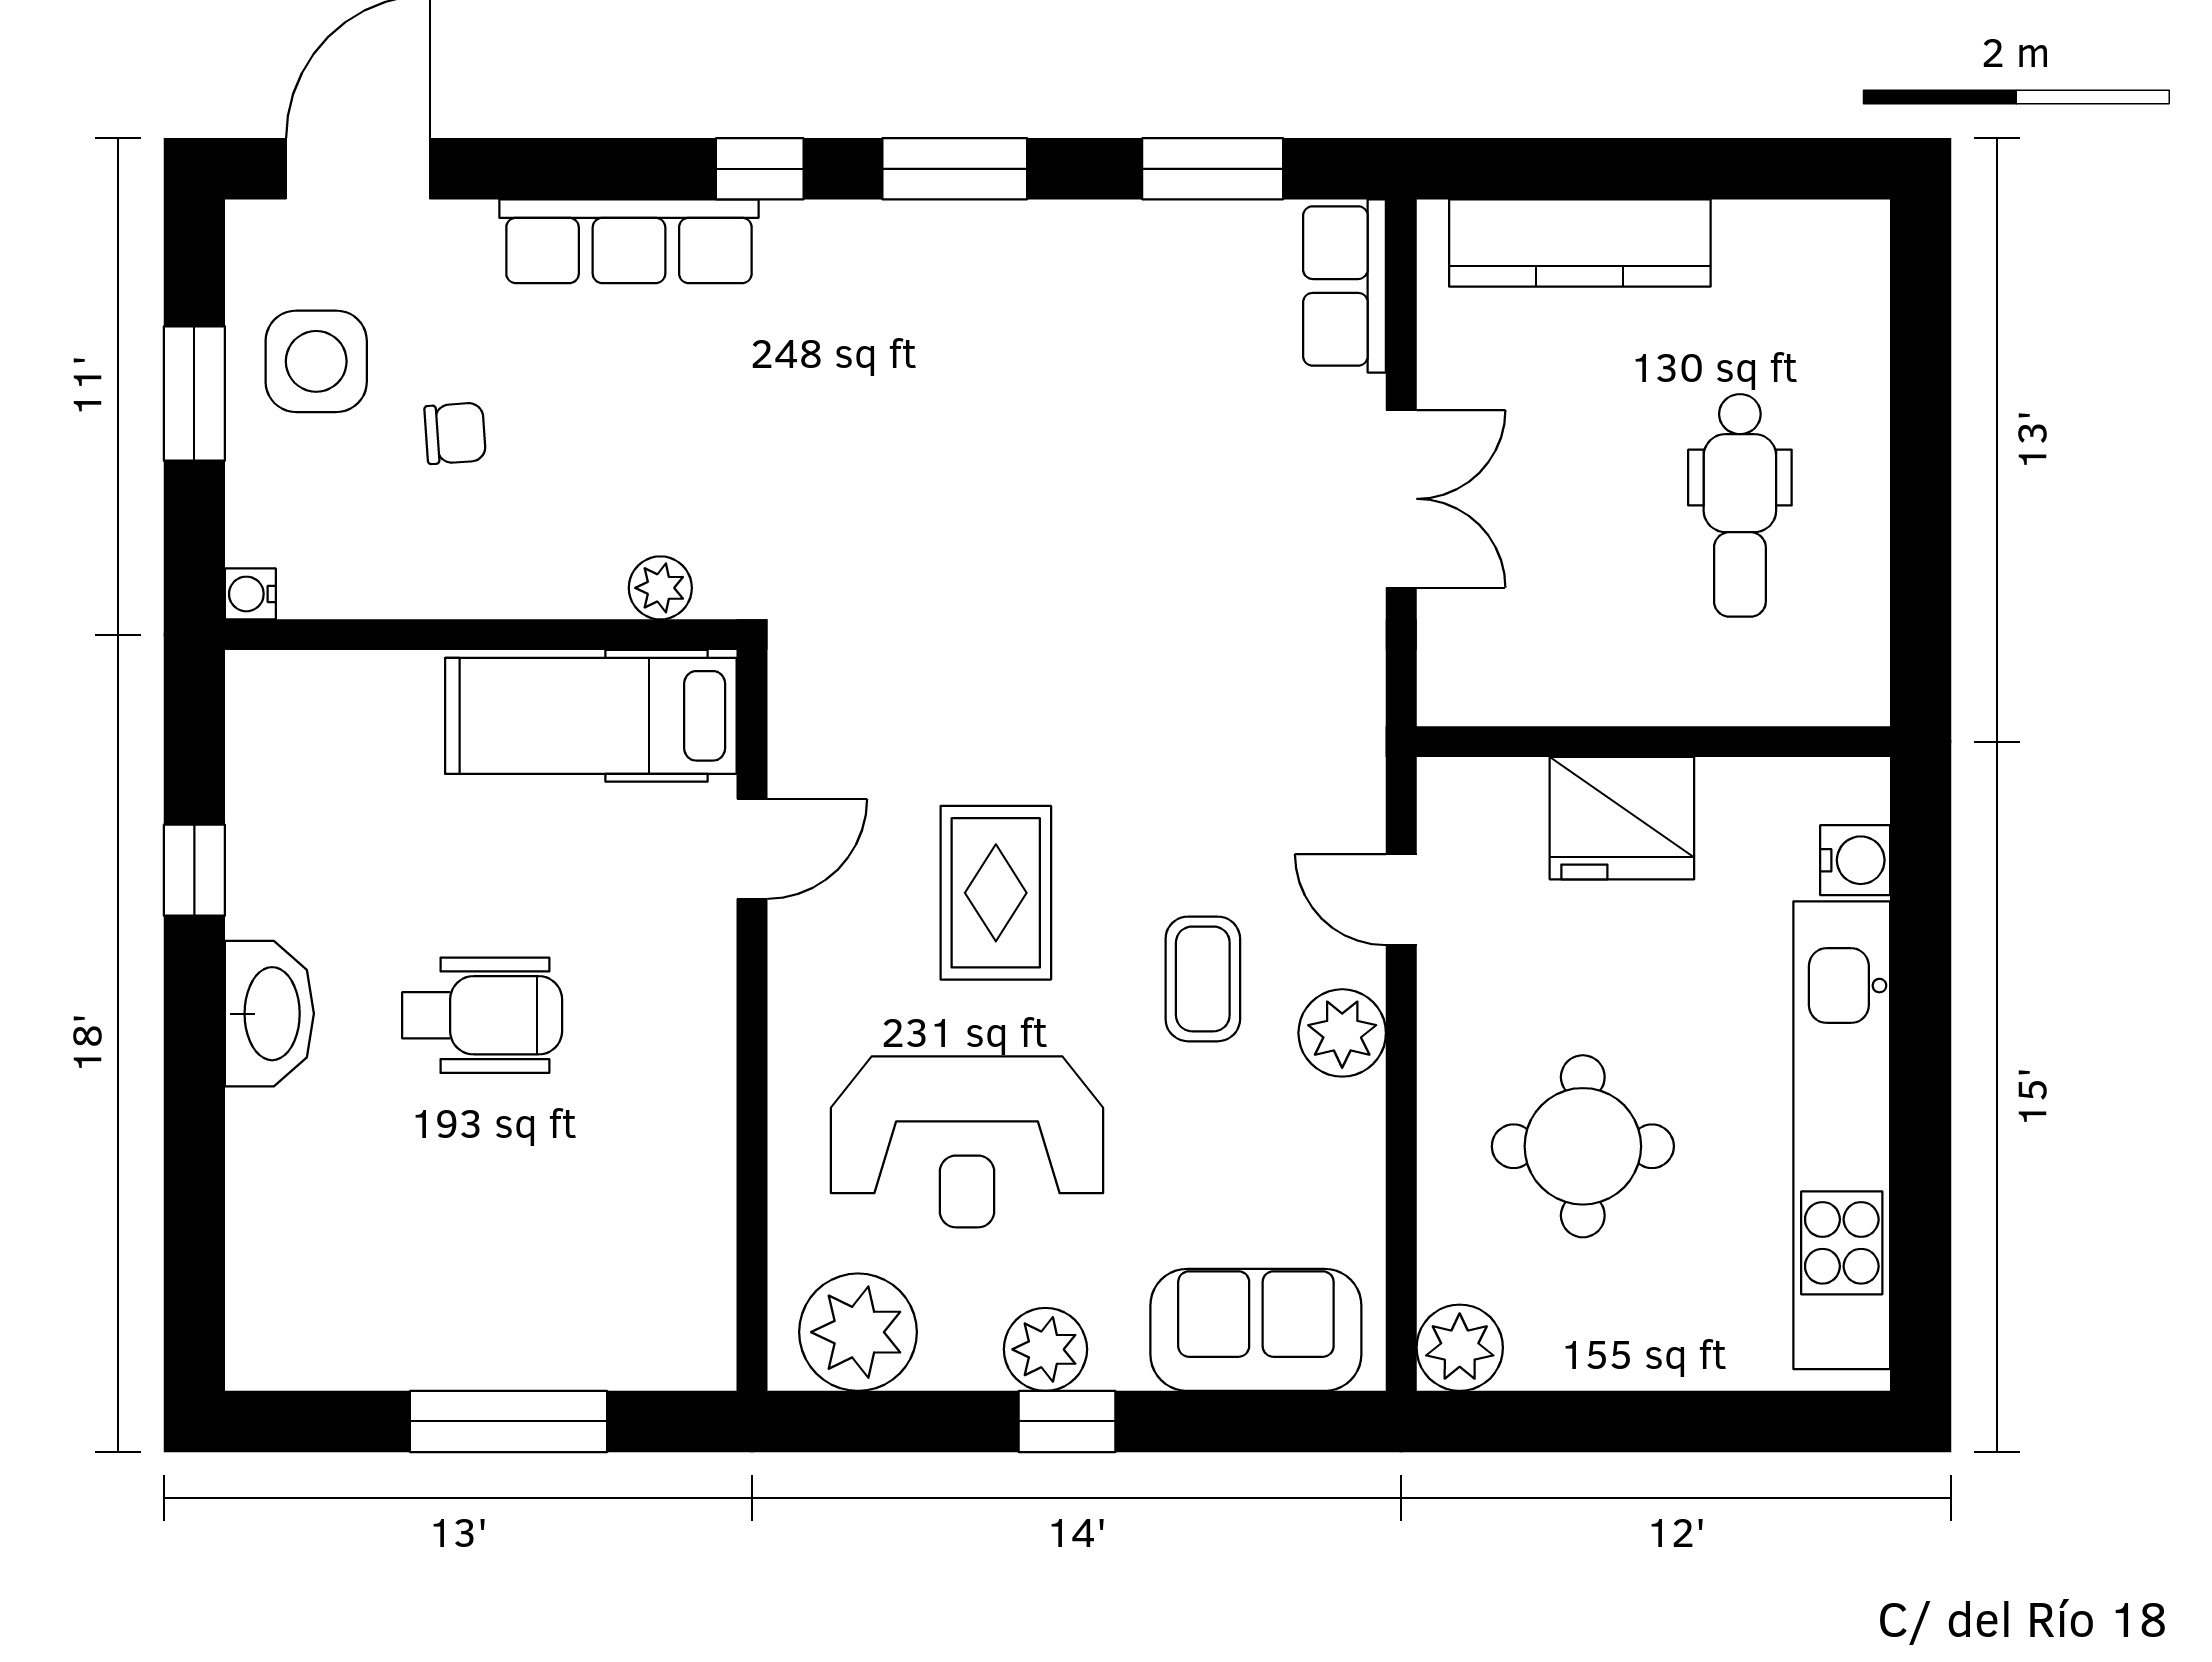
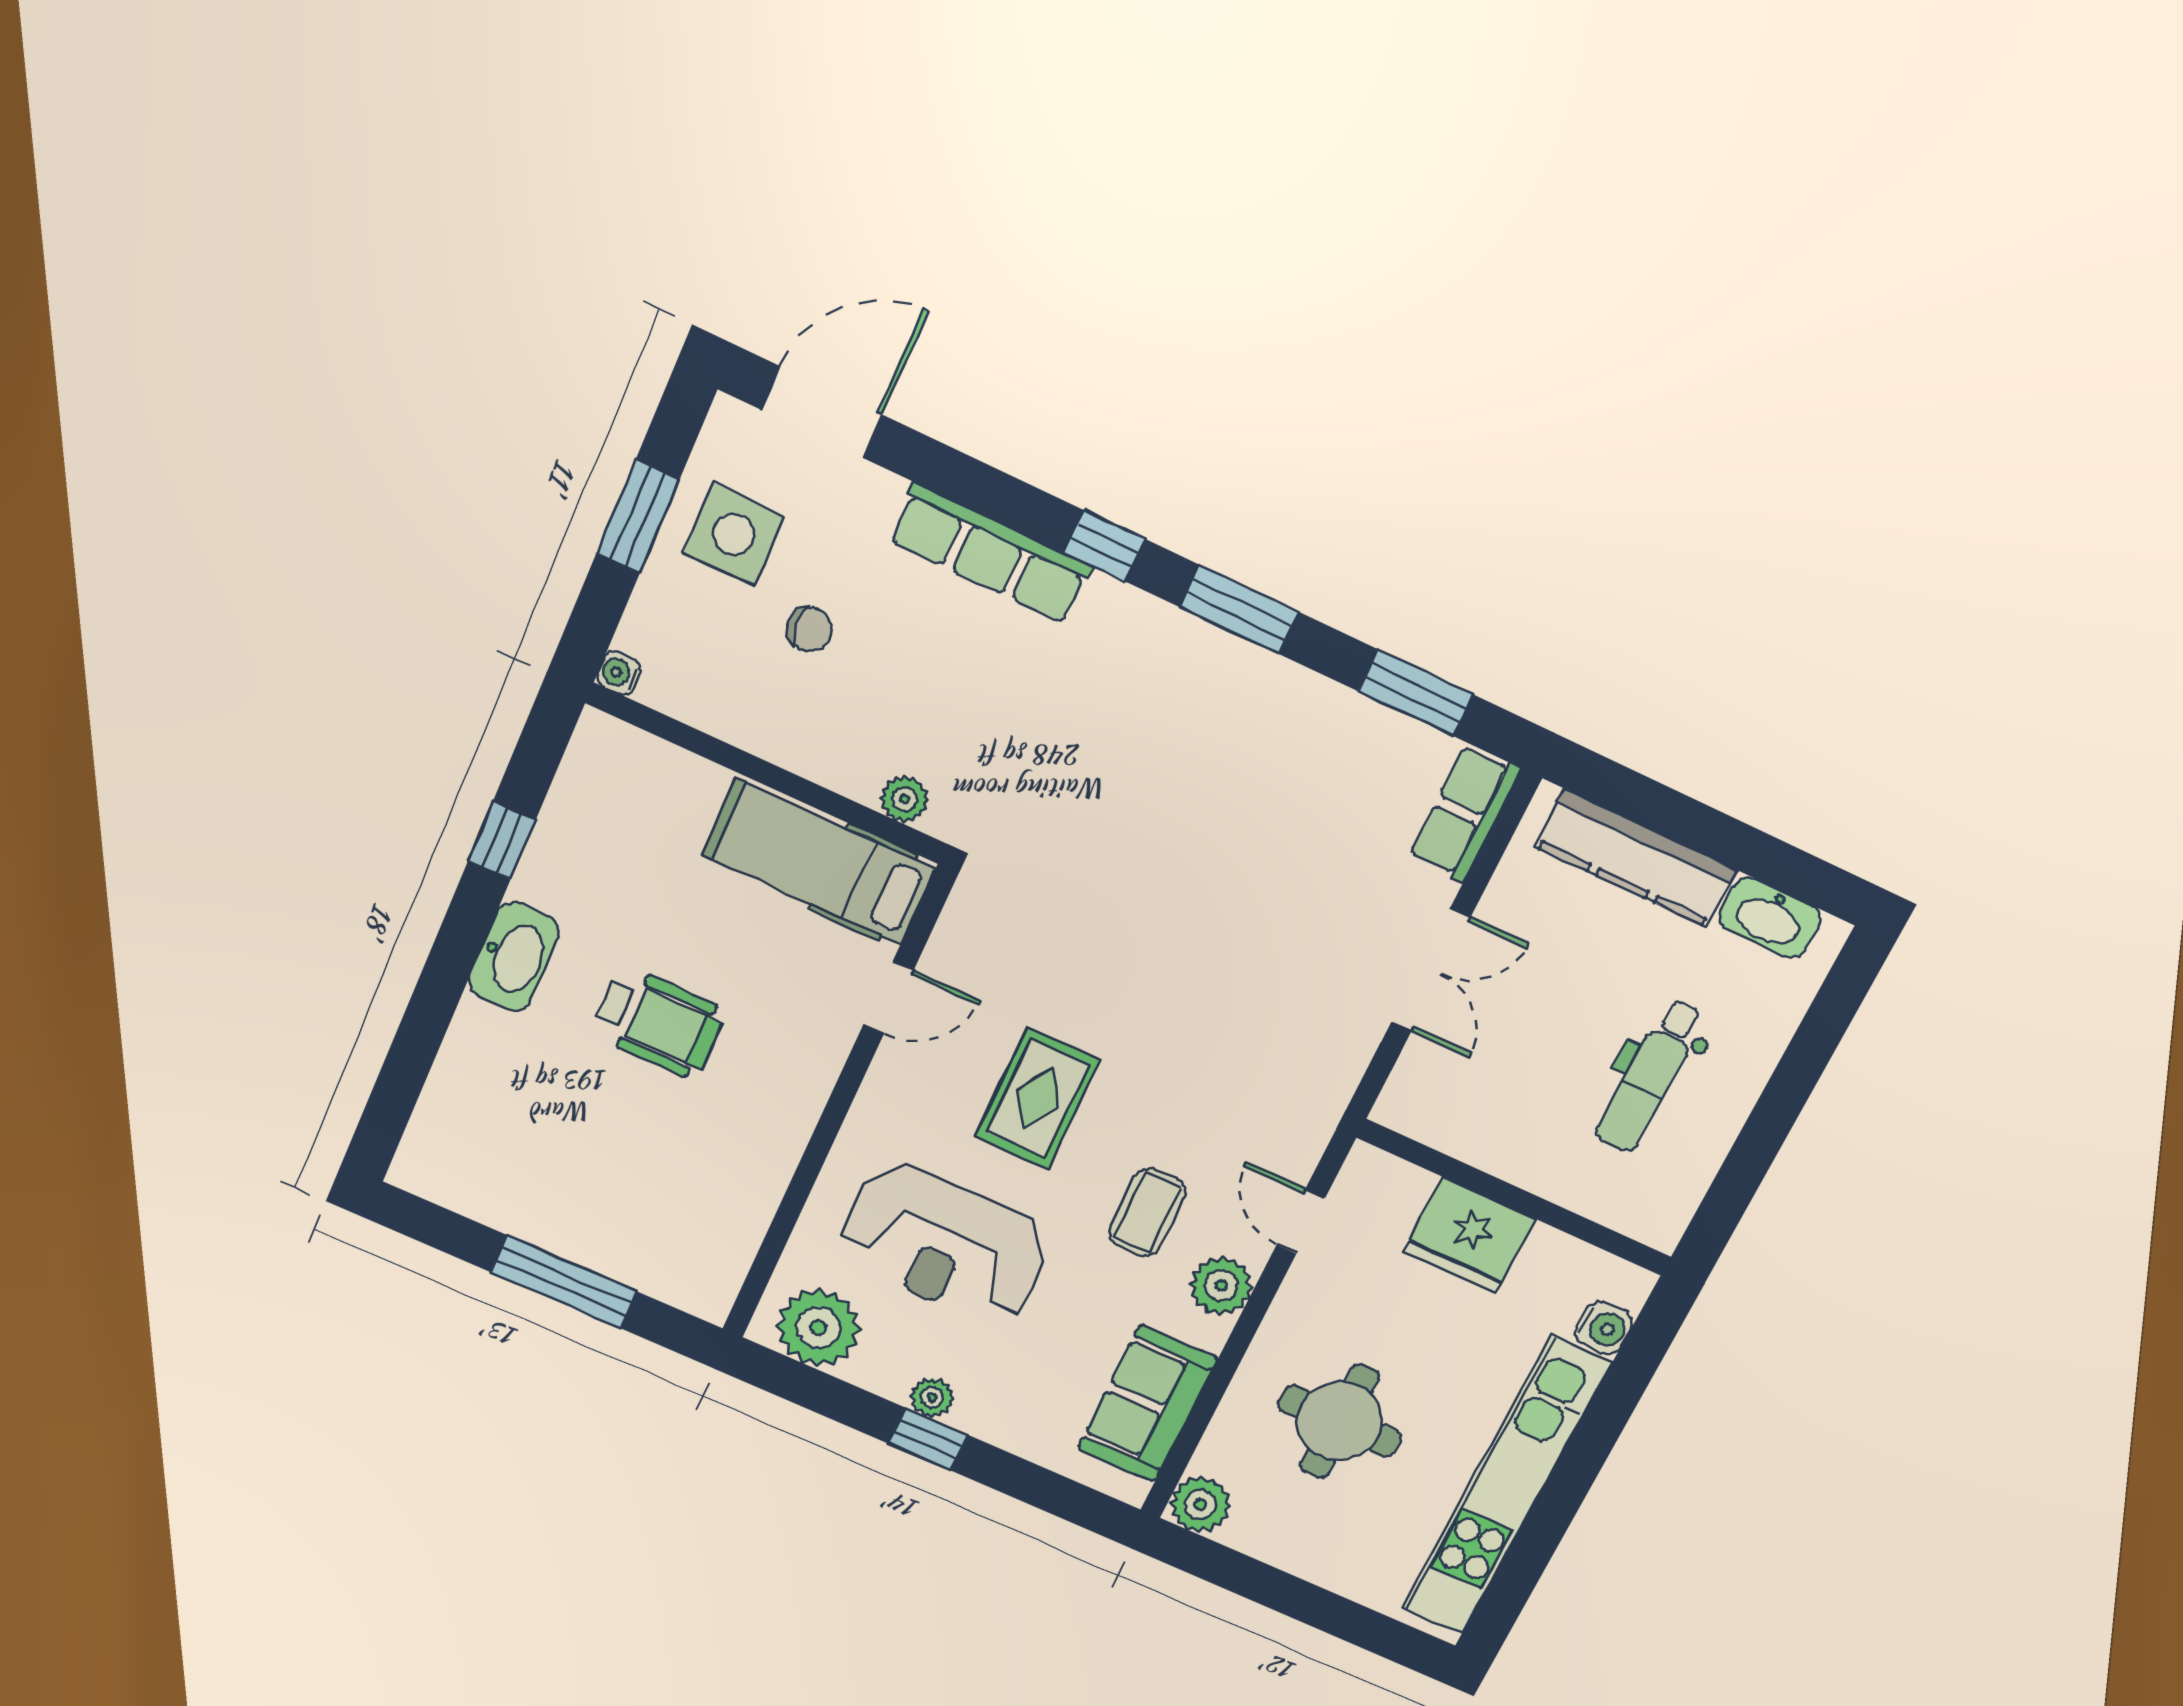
washbasin: (1782, 239) -> (1770, 918), added
sofa: (1256, 1330) -> (1147, 1403), moved, turned -90
plant: (1045, 1349) -> (932, 1397), width x0.73, depth x0.73

